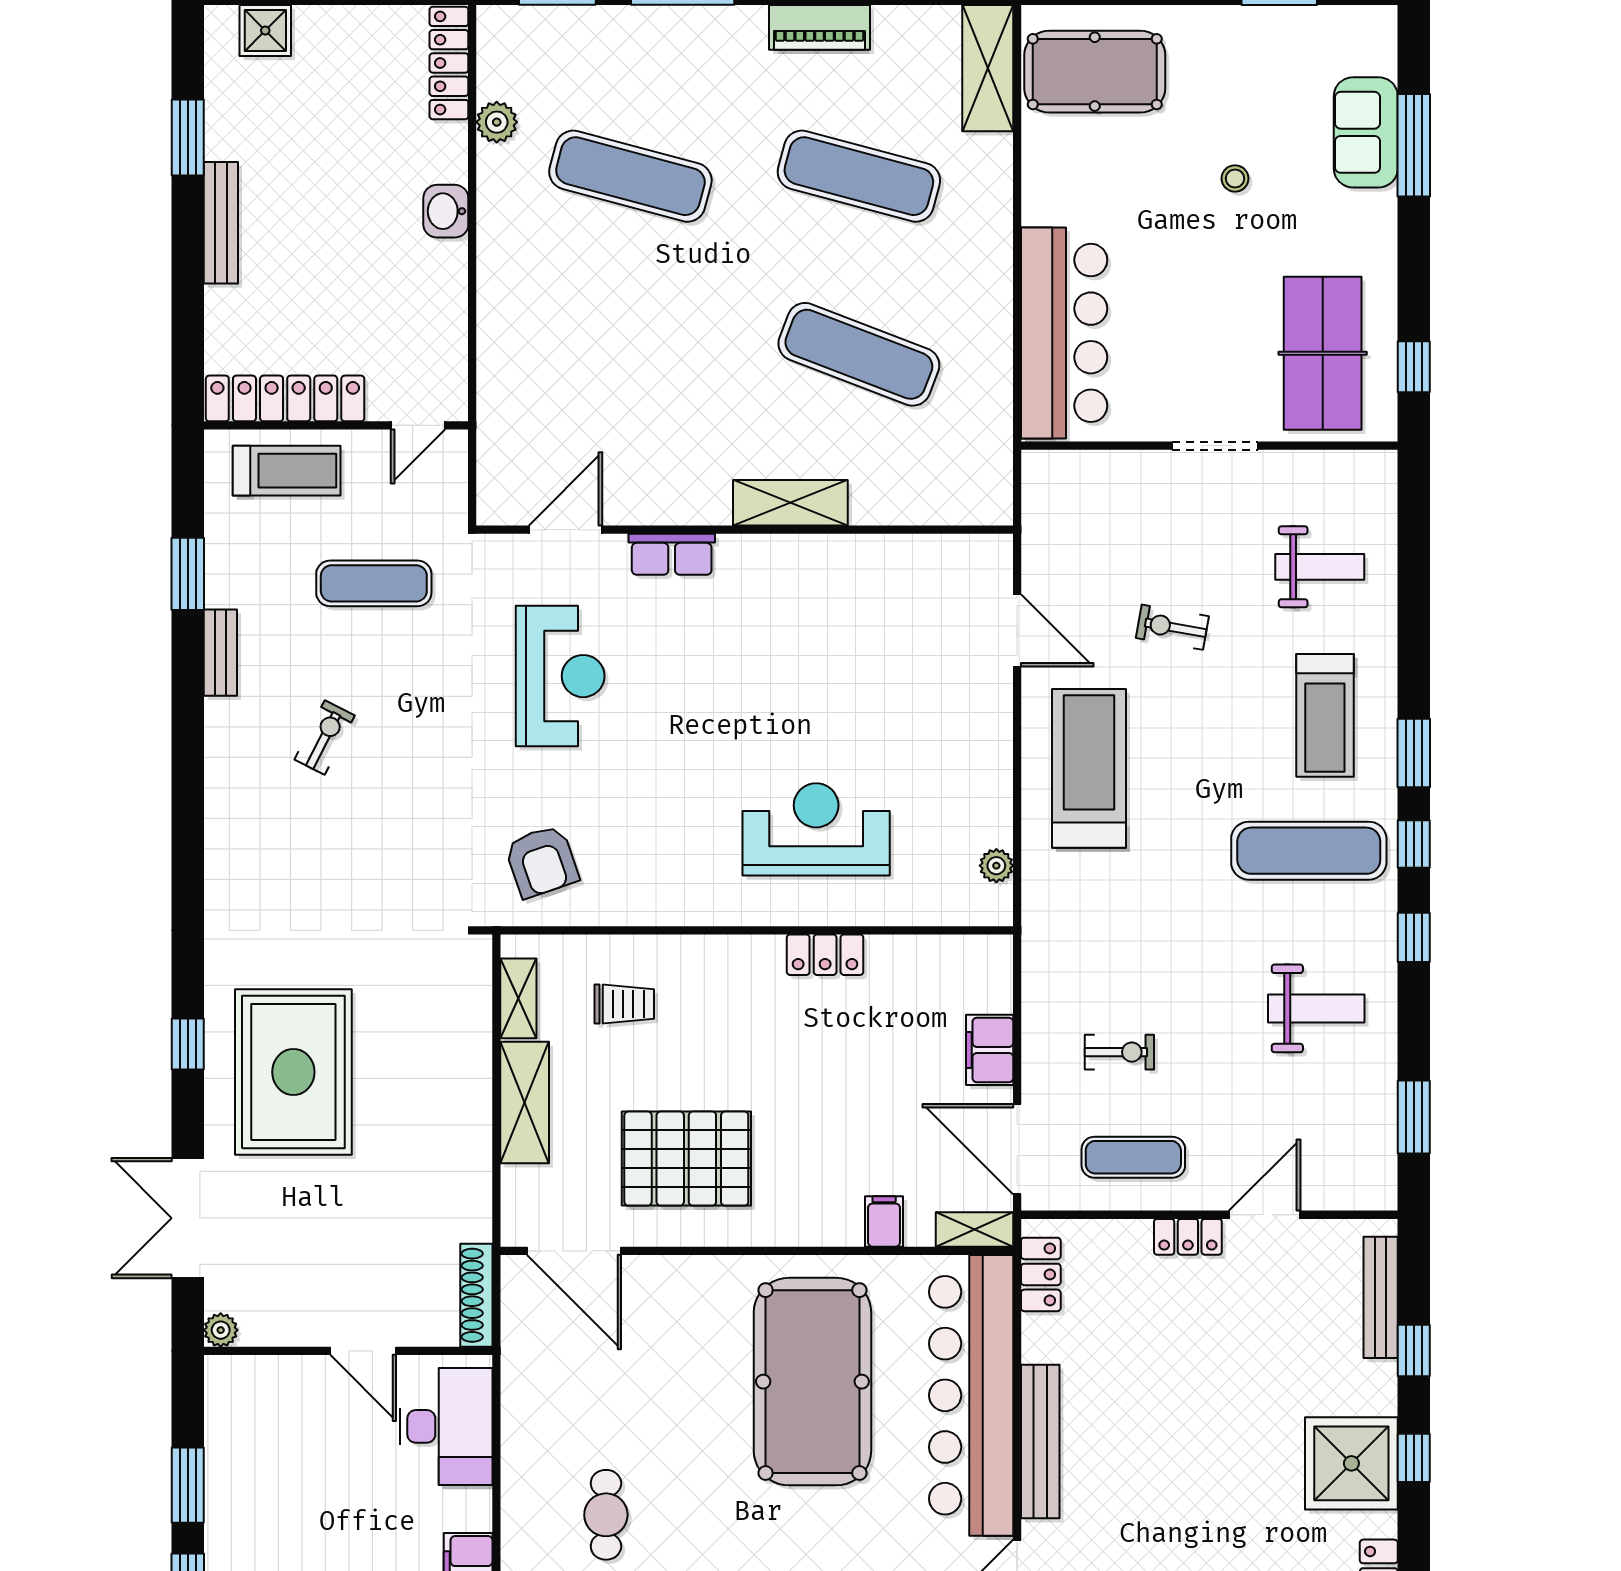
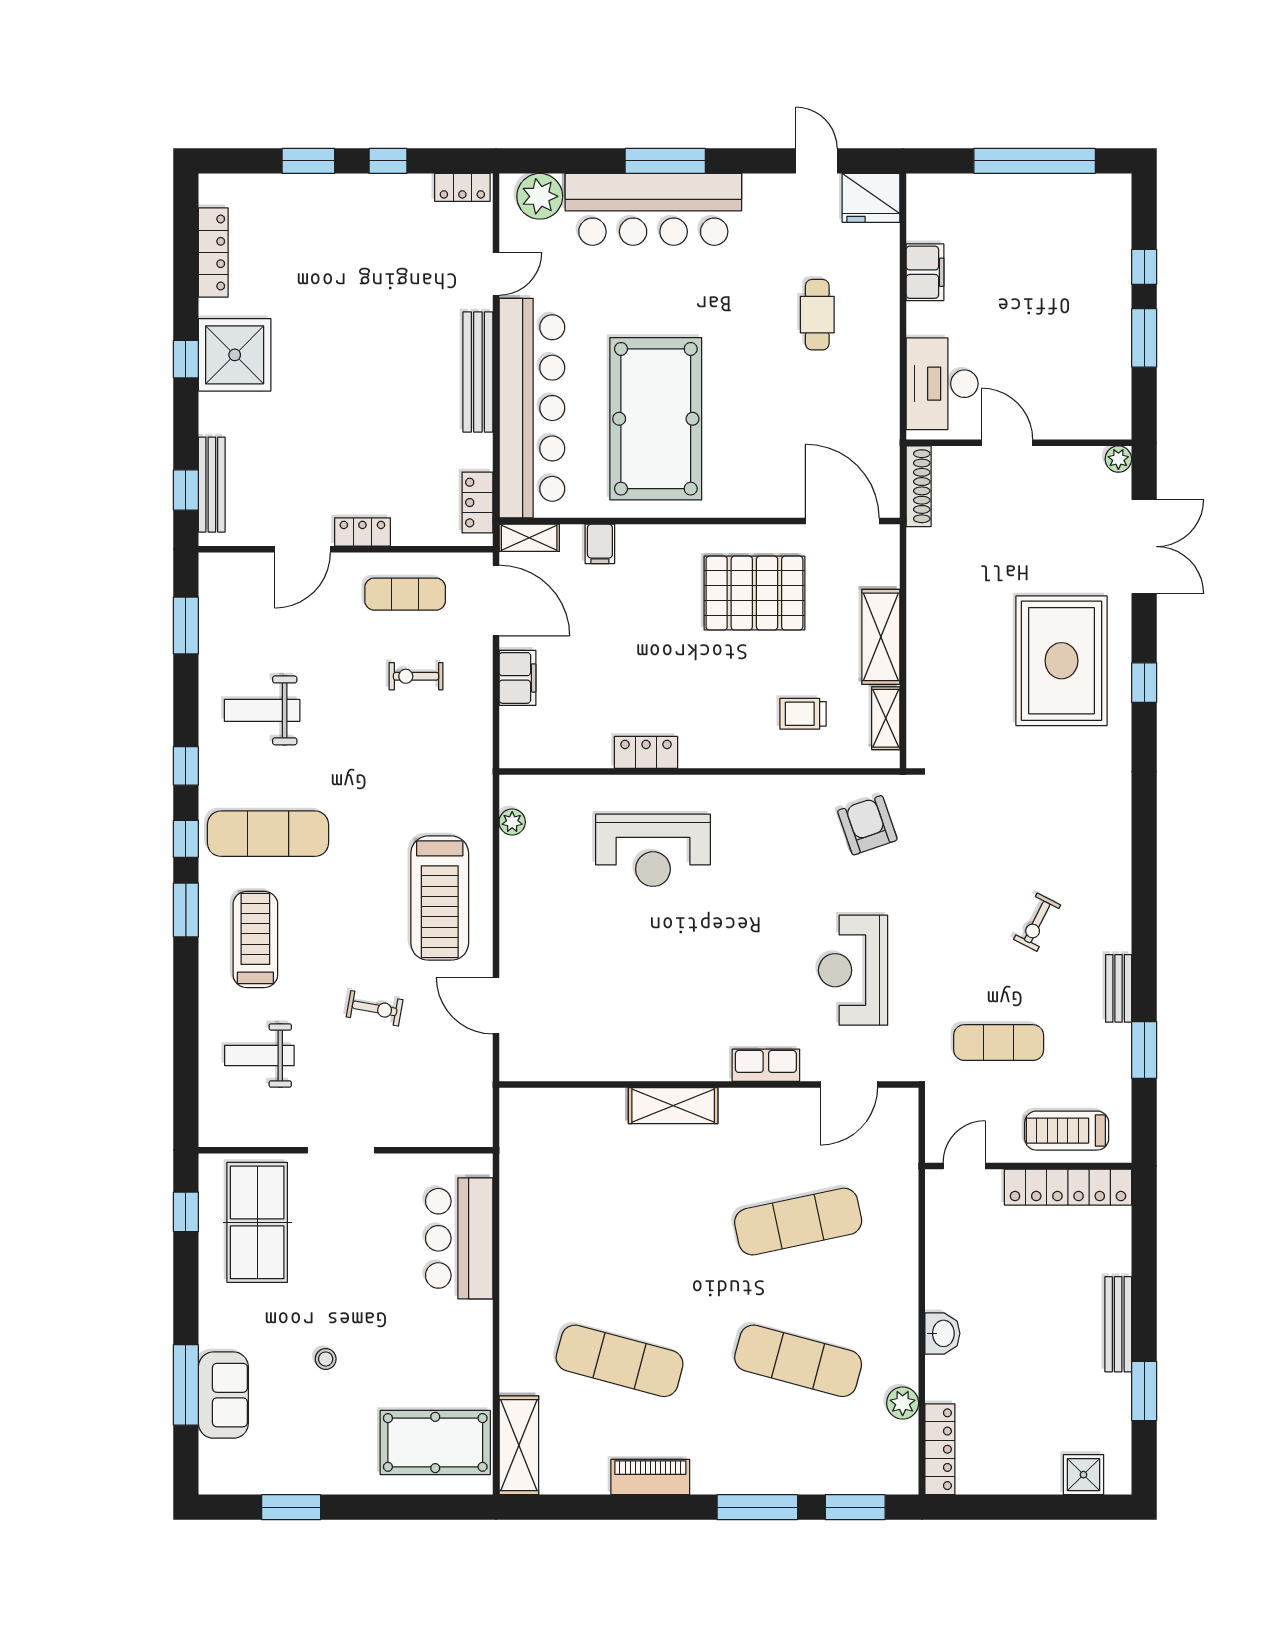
bar counter: (1064, 333) -> (459, 1238), width x0.73
exercise mat: (859, 354) -> (798, 1222), moved, turned -33
window: (1414, 1351) -> (186, 490), moved

